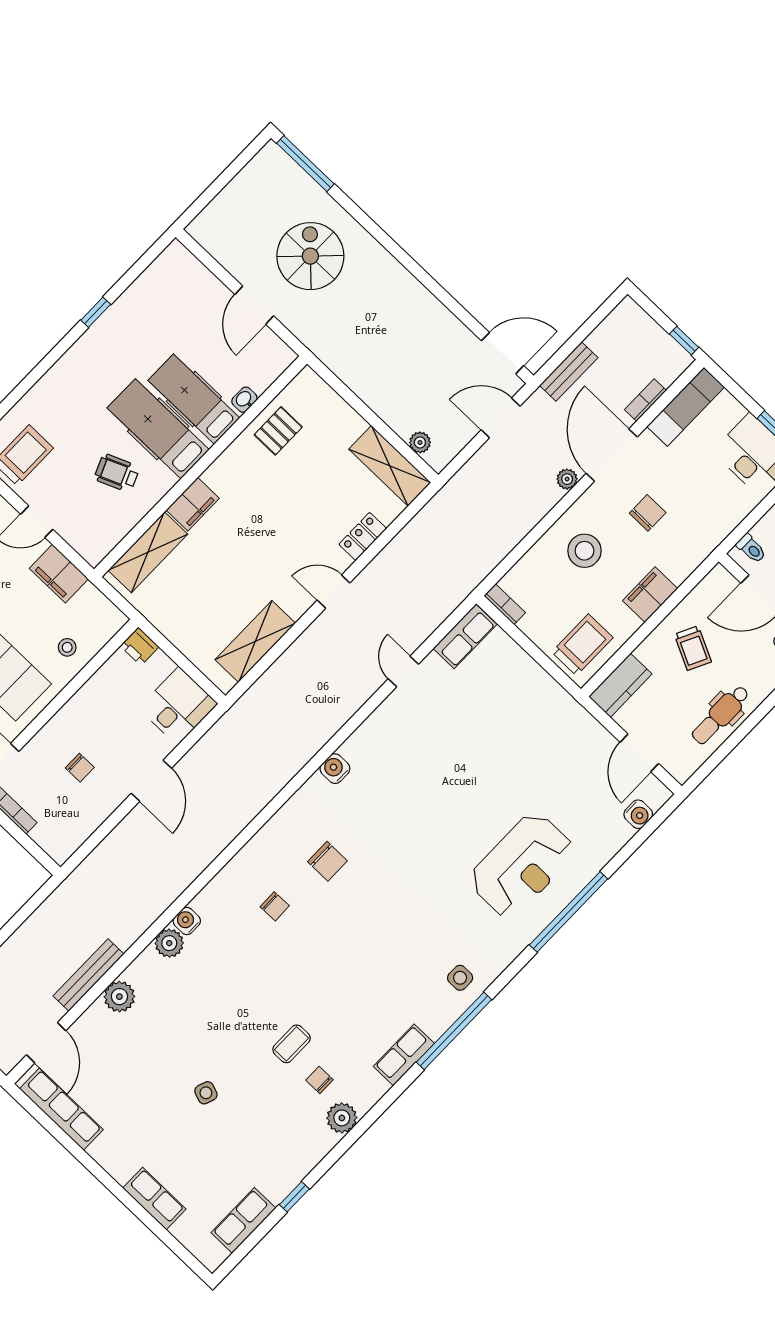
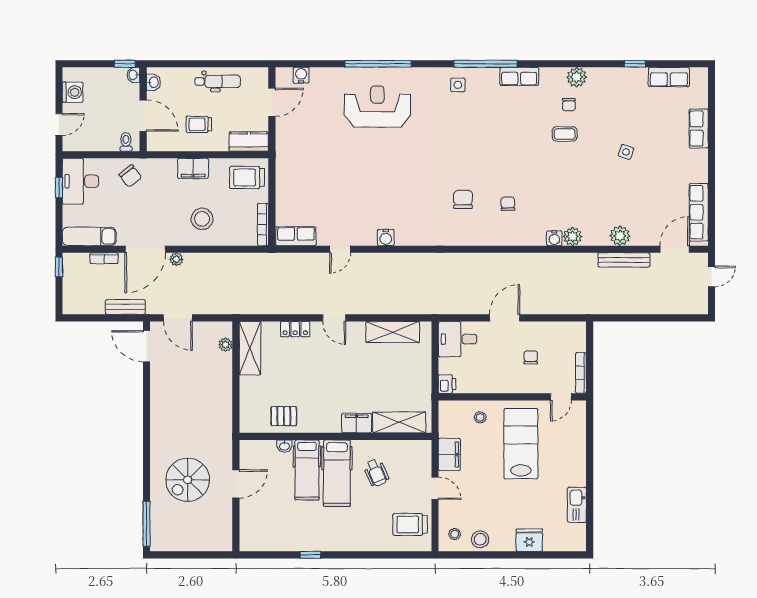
chair: (648, 513) -> (130, 176), moved, turned -127
bookcase: (505, 604) -> (263, 225), width x1.56
trolley: (693, 648) -> (199, 124), turned -116
water cooler: (335, 769) -> (386, 238), moved

